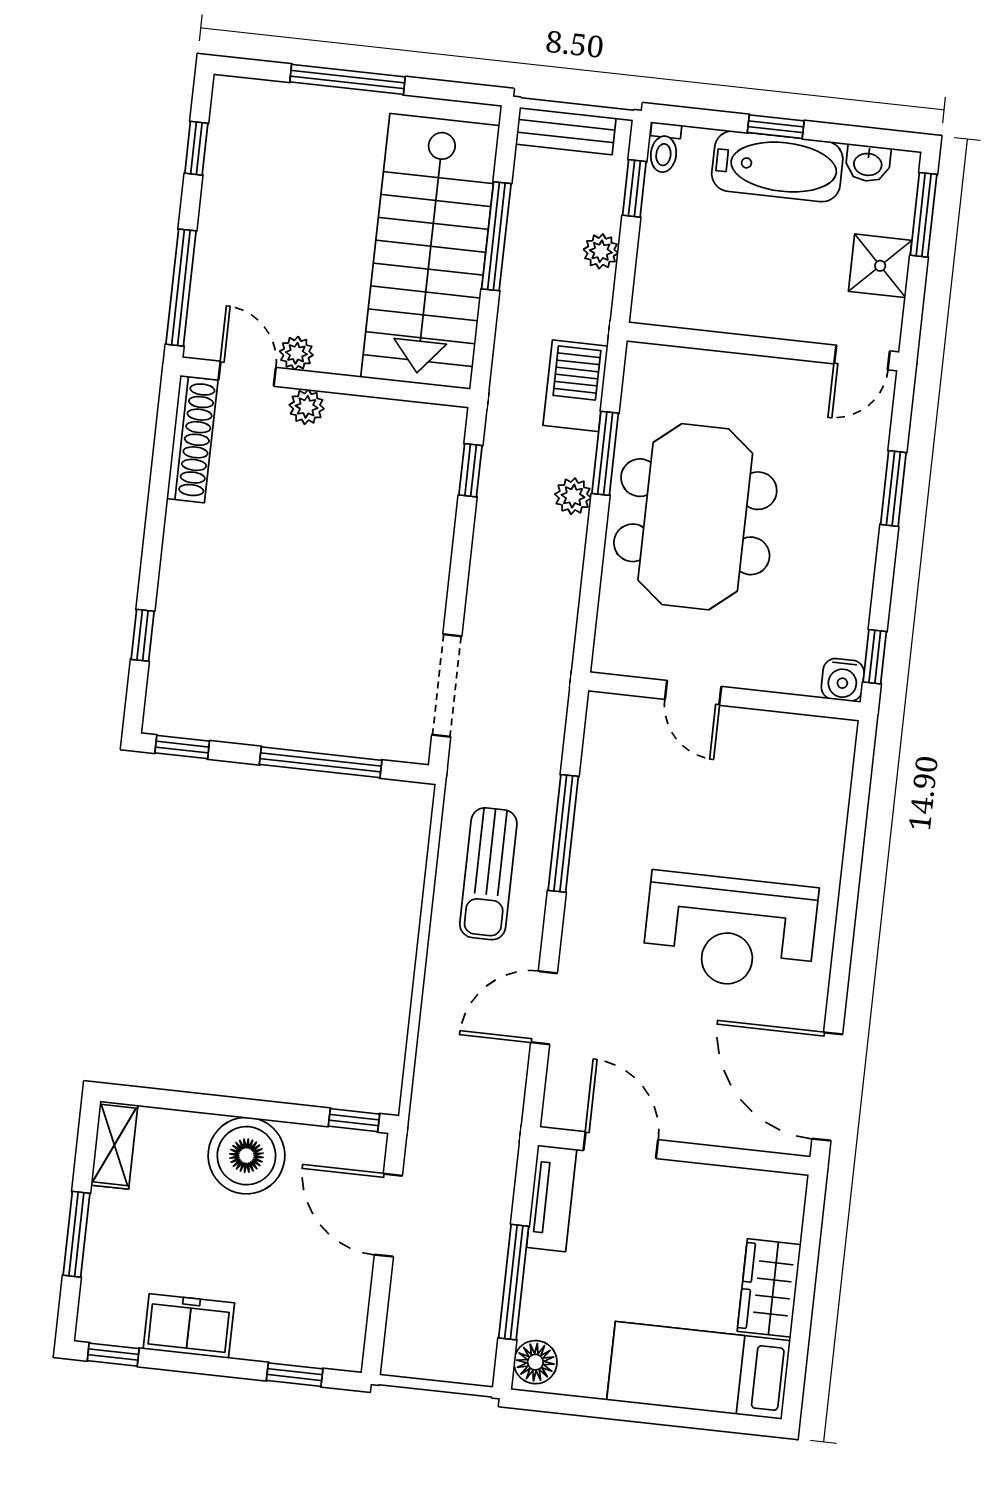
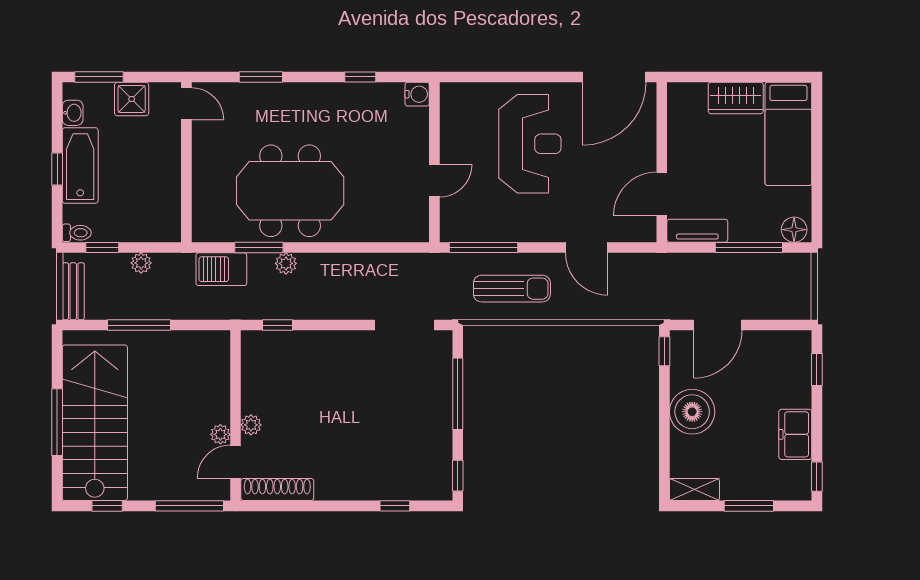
stairs: (430, 251) -> (95, 423), moved, turned -90
water cooler: (843, 680) -> (417, 94), moved
door: (693, 693) -> (434, 181), moved
wall: (724, 696) -> (434, 162), moved

